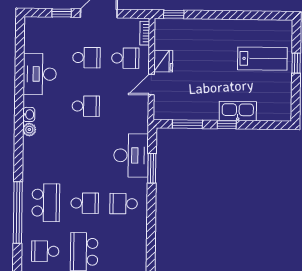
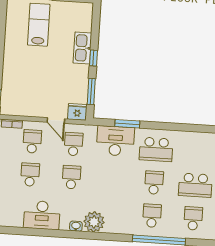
fridge: (163, 61) -> (77, 112), moved
school desk: (125, 107) -> (74, 144), added
plant: (29, 130) -> (94, 222), width x1.88, depth x1.88
school desk: (46, 203) -> (152, 216), width x0.54
school desk: (124, 204) -> (156, 149), width x1.85
school desk: (45, 251) -> (193, 218), turned 180

